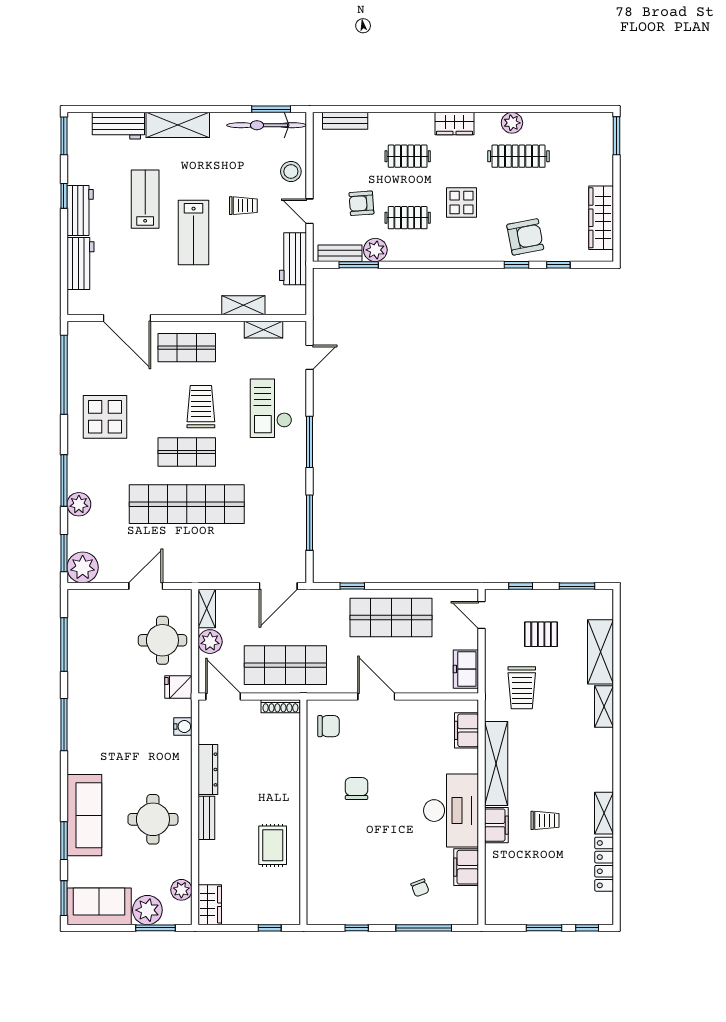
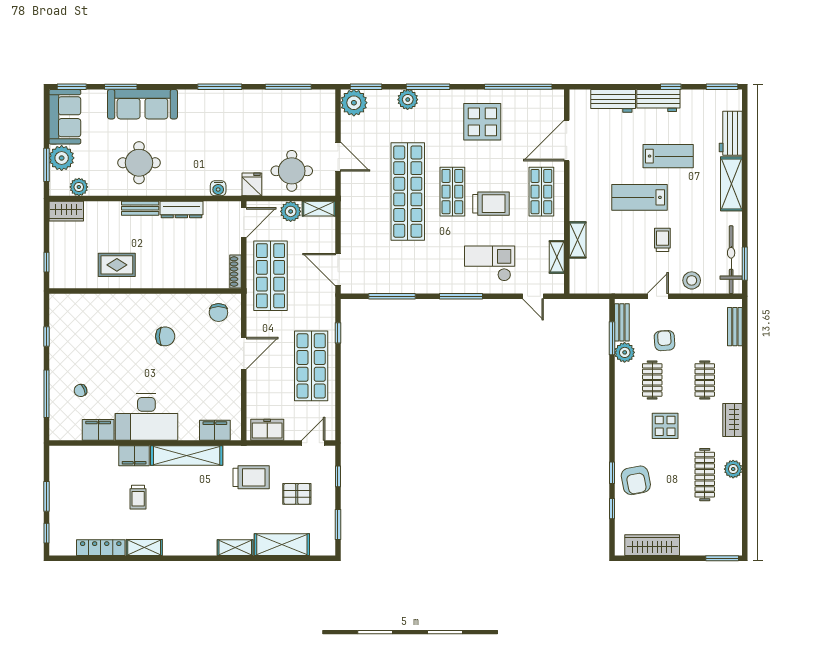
trolley: (243, 206) -> (662, 240), turned 180
workbench: (293, 259) -> (617, 282), removed
pallet: (541, 634) -> (297, 494), turned 90
trolley: (522, 688) -> (251, 477), turned 180

